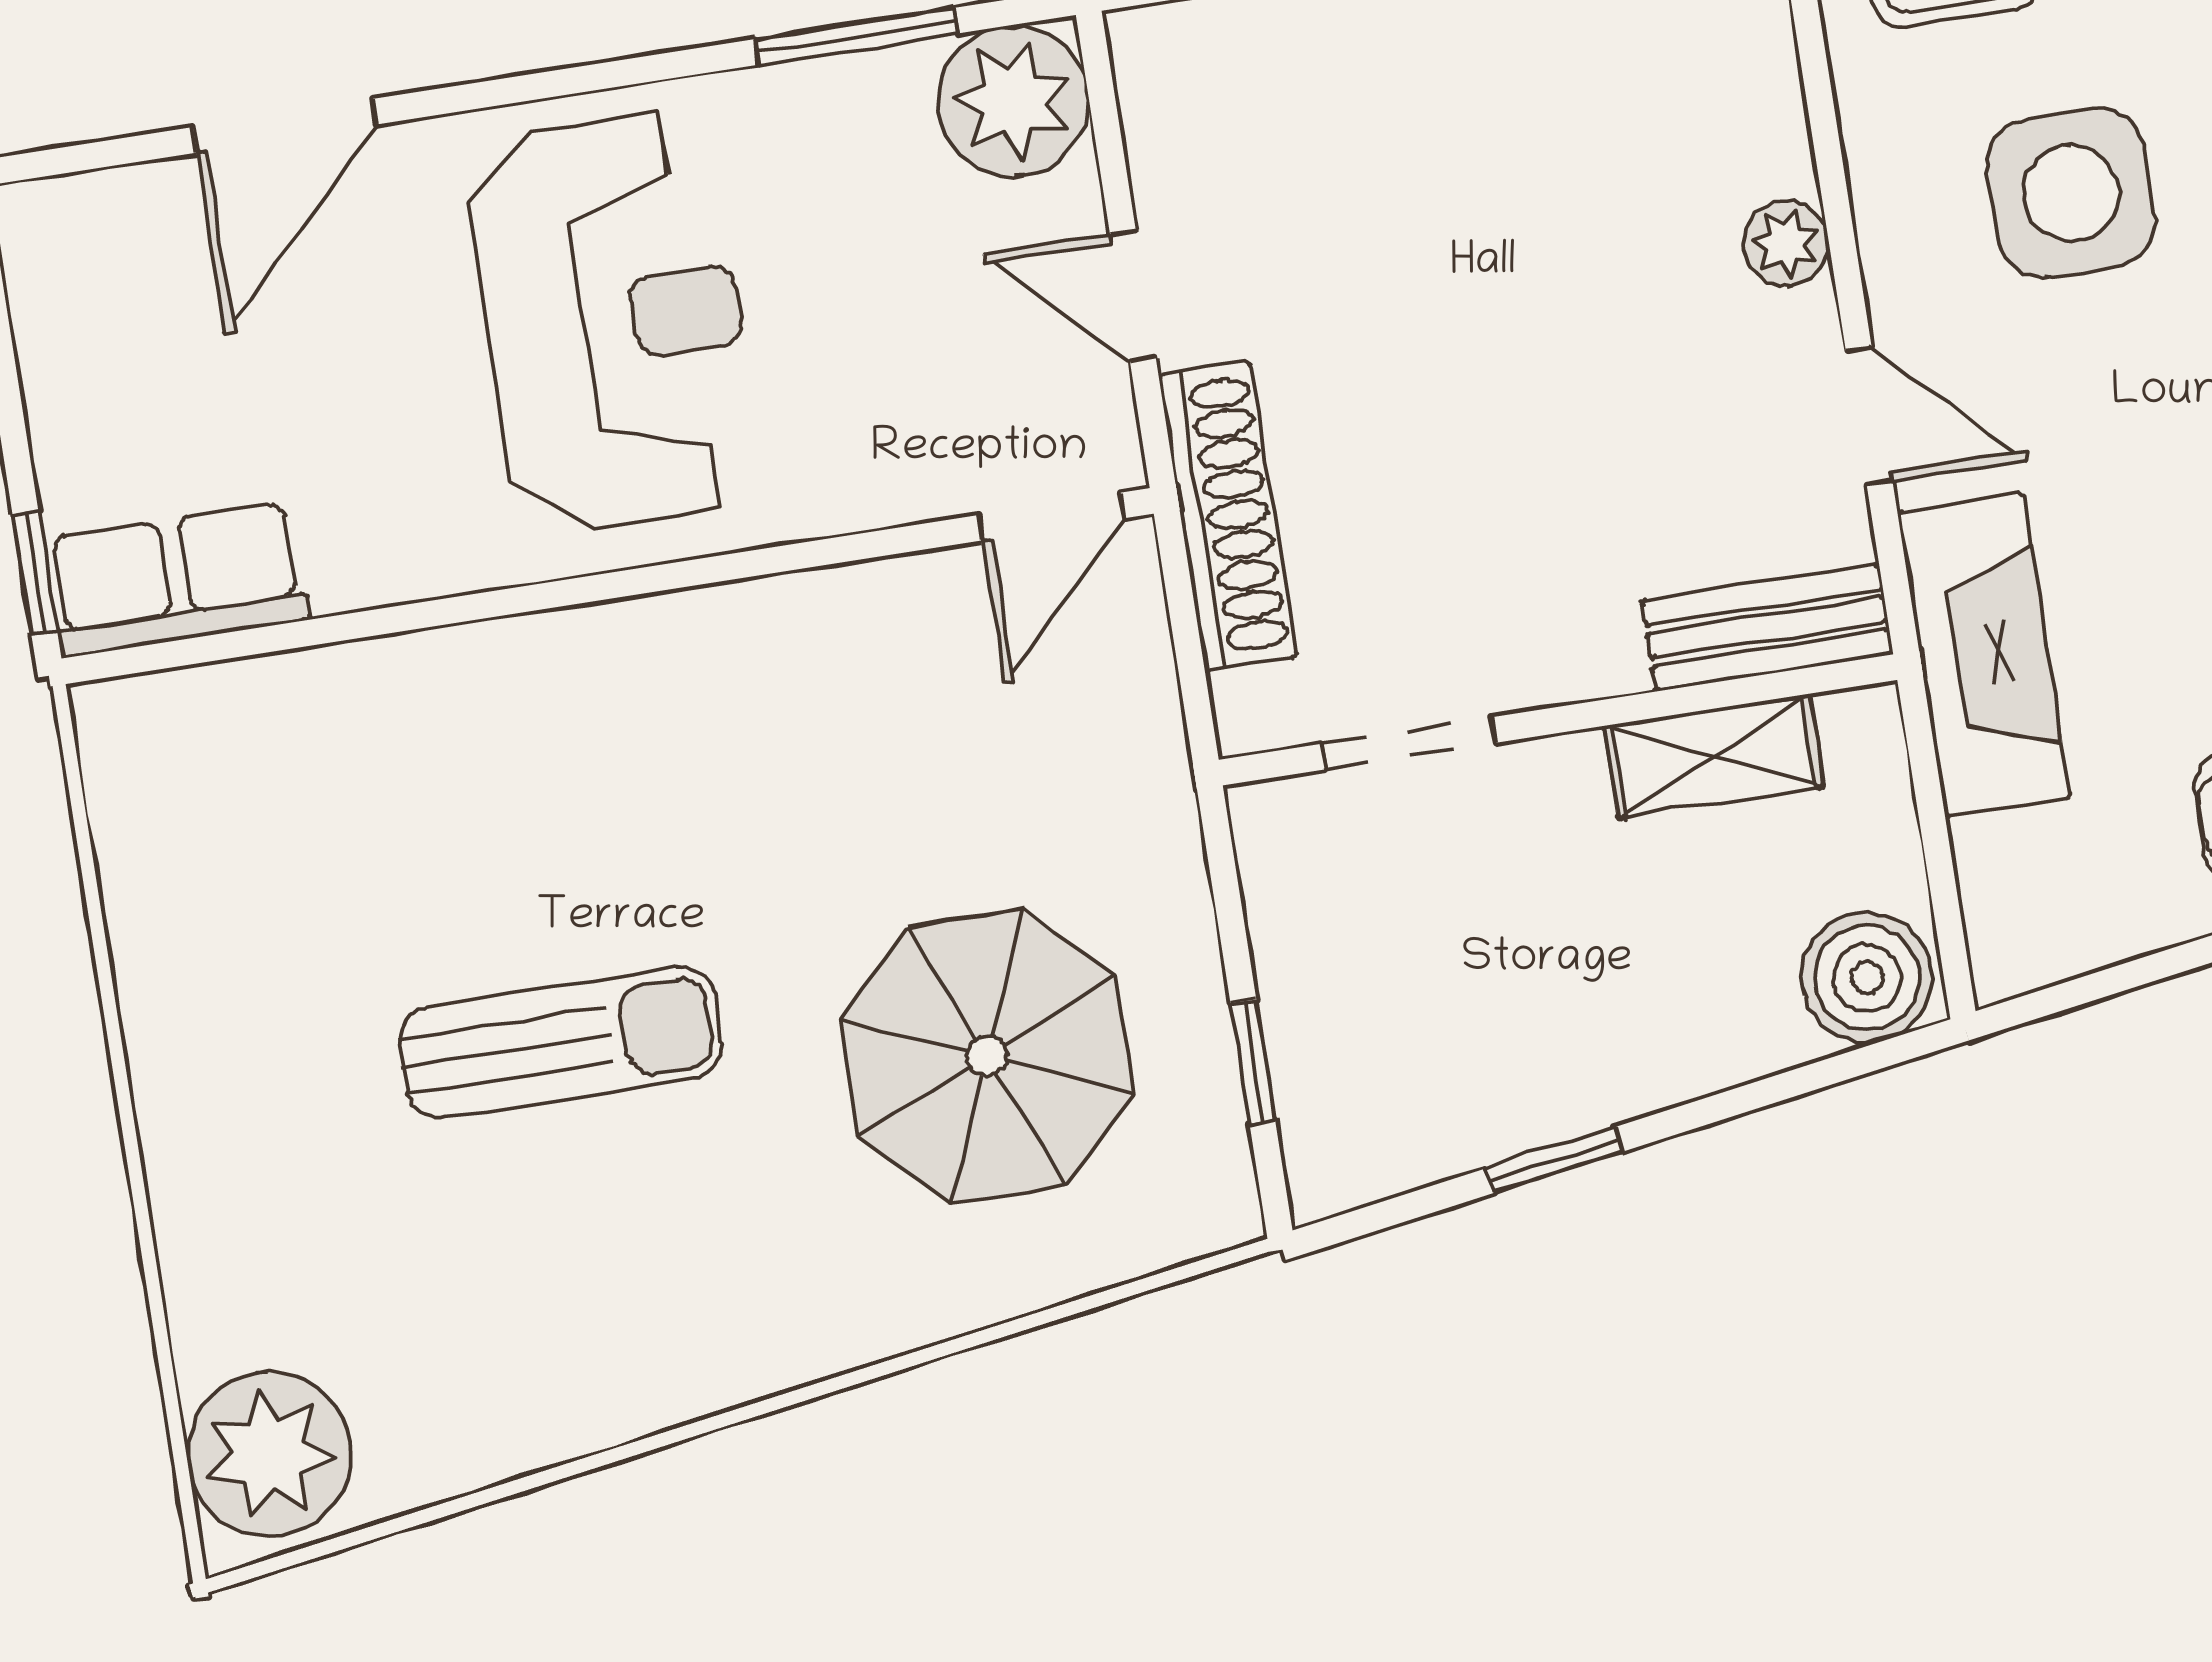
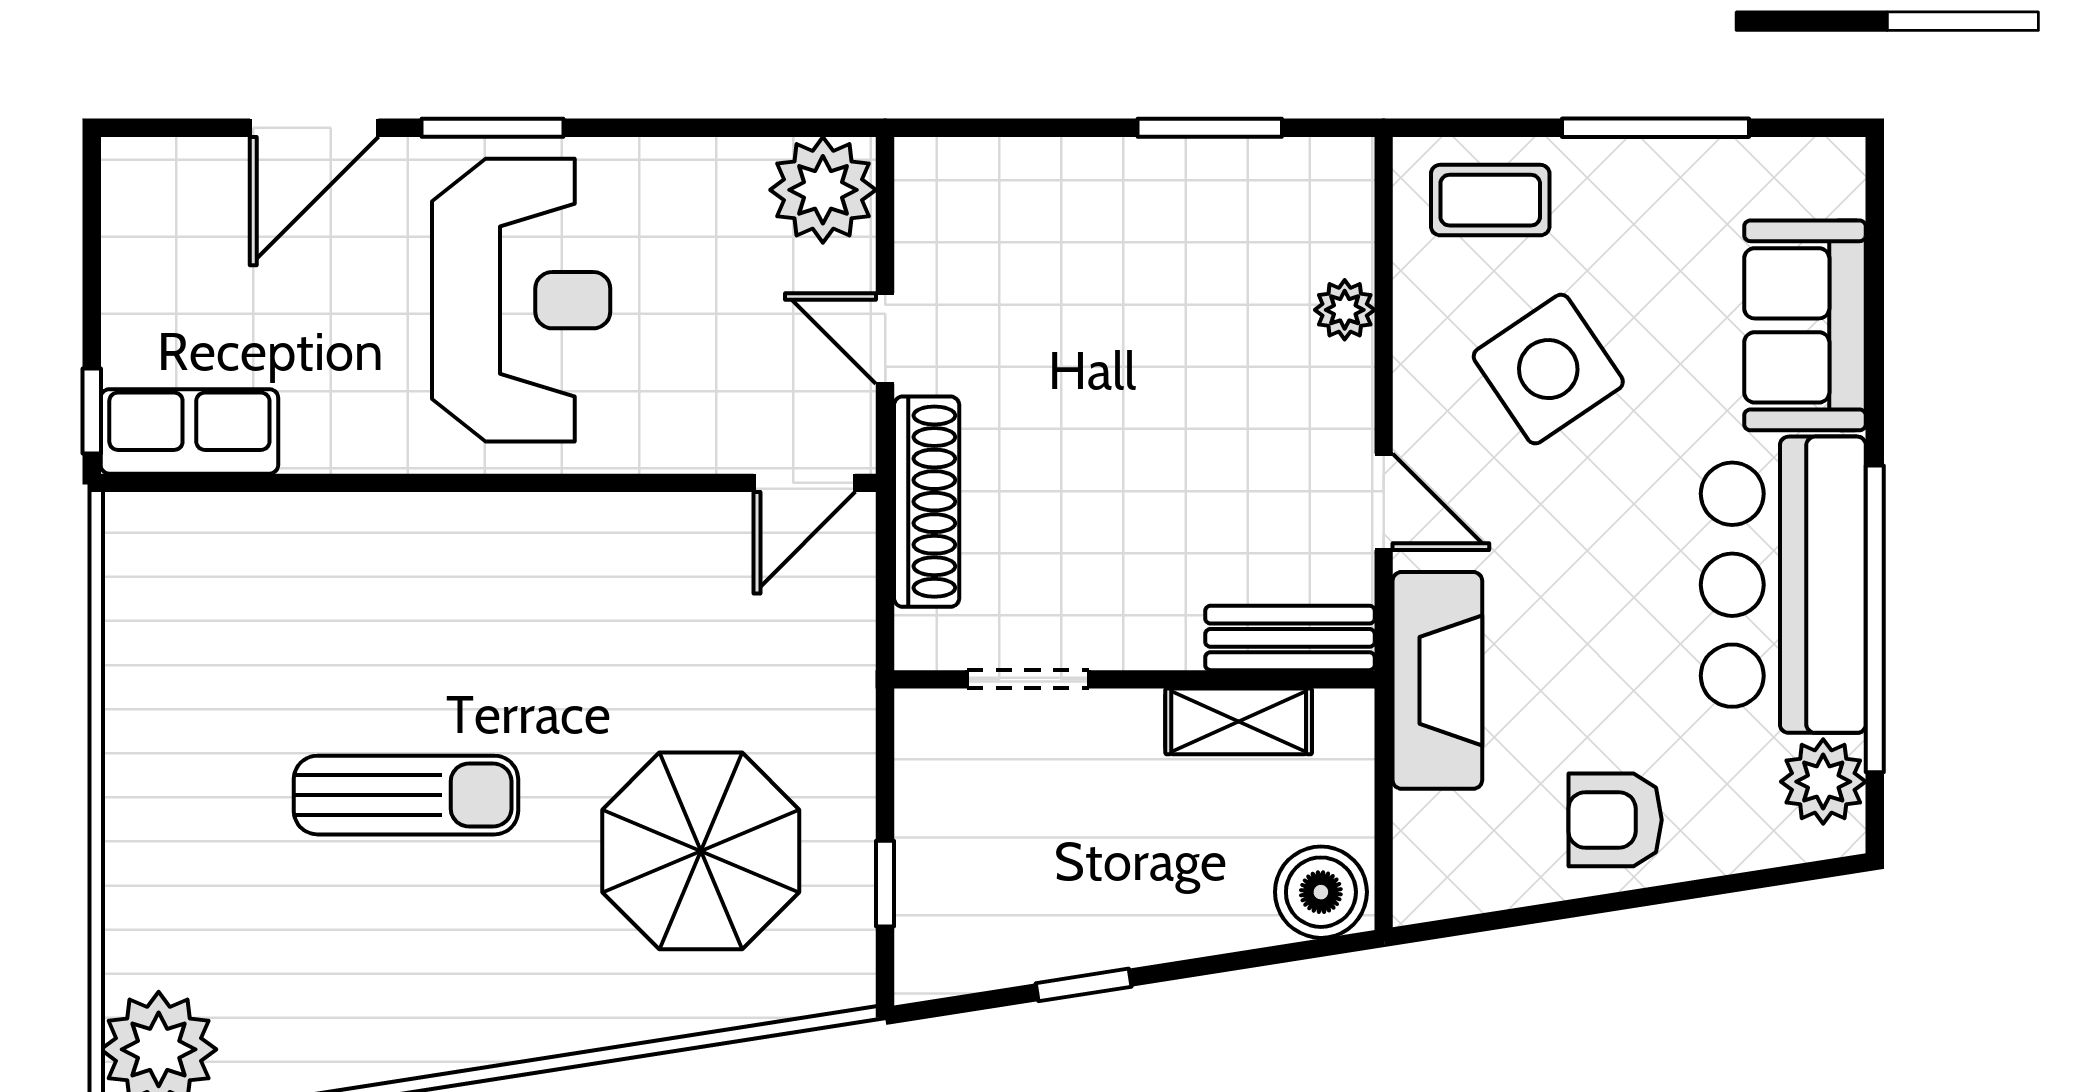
window: (857, 36) -> (492, 128), moved
side table: (2071, 193) -> (1548, 369), turned -34
plant: (1786, 243) -> (1345, 310), moved

